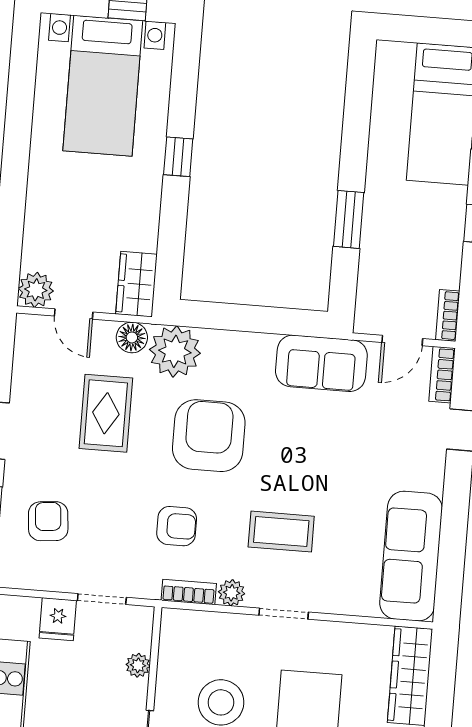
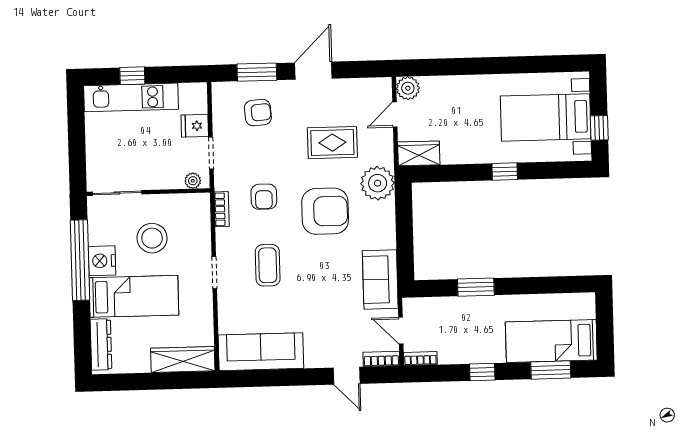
floor lamp: (132, 337) -> (384, 154), removed
plant: (232, 593) -> (224, 237), removed
plant: (138, 665) -> (193, 181), moved

